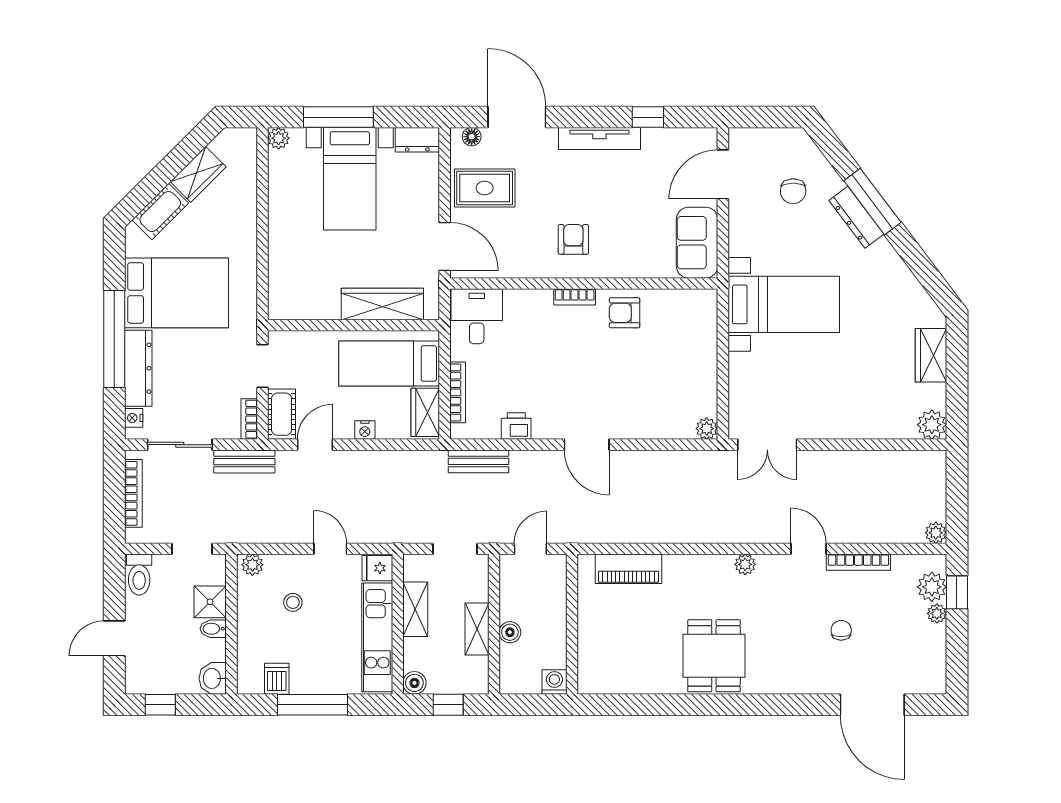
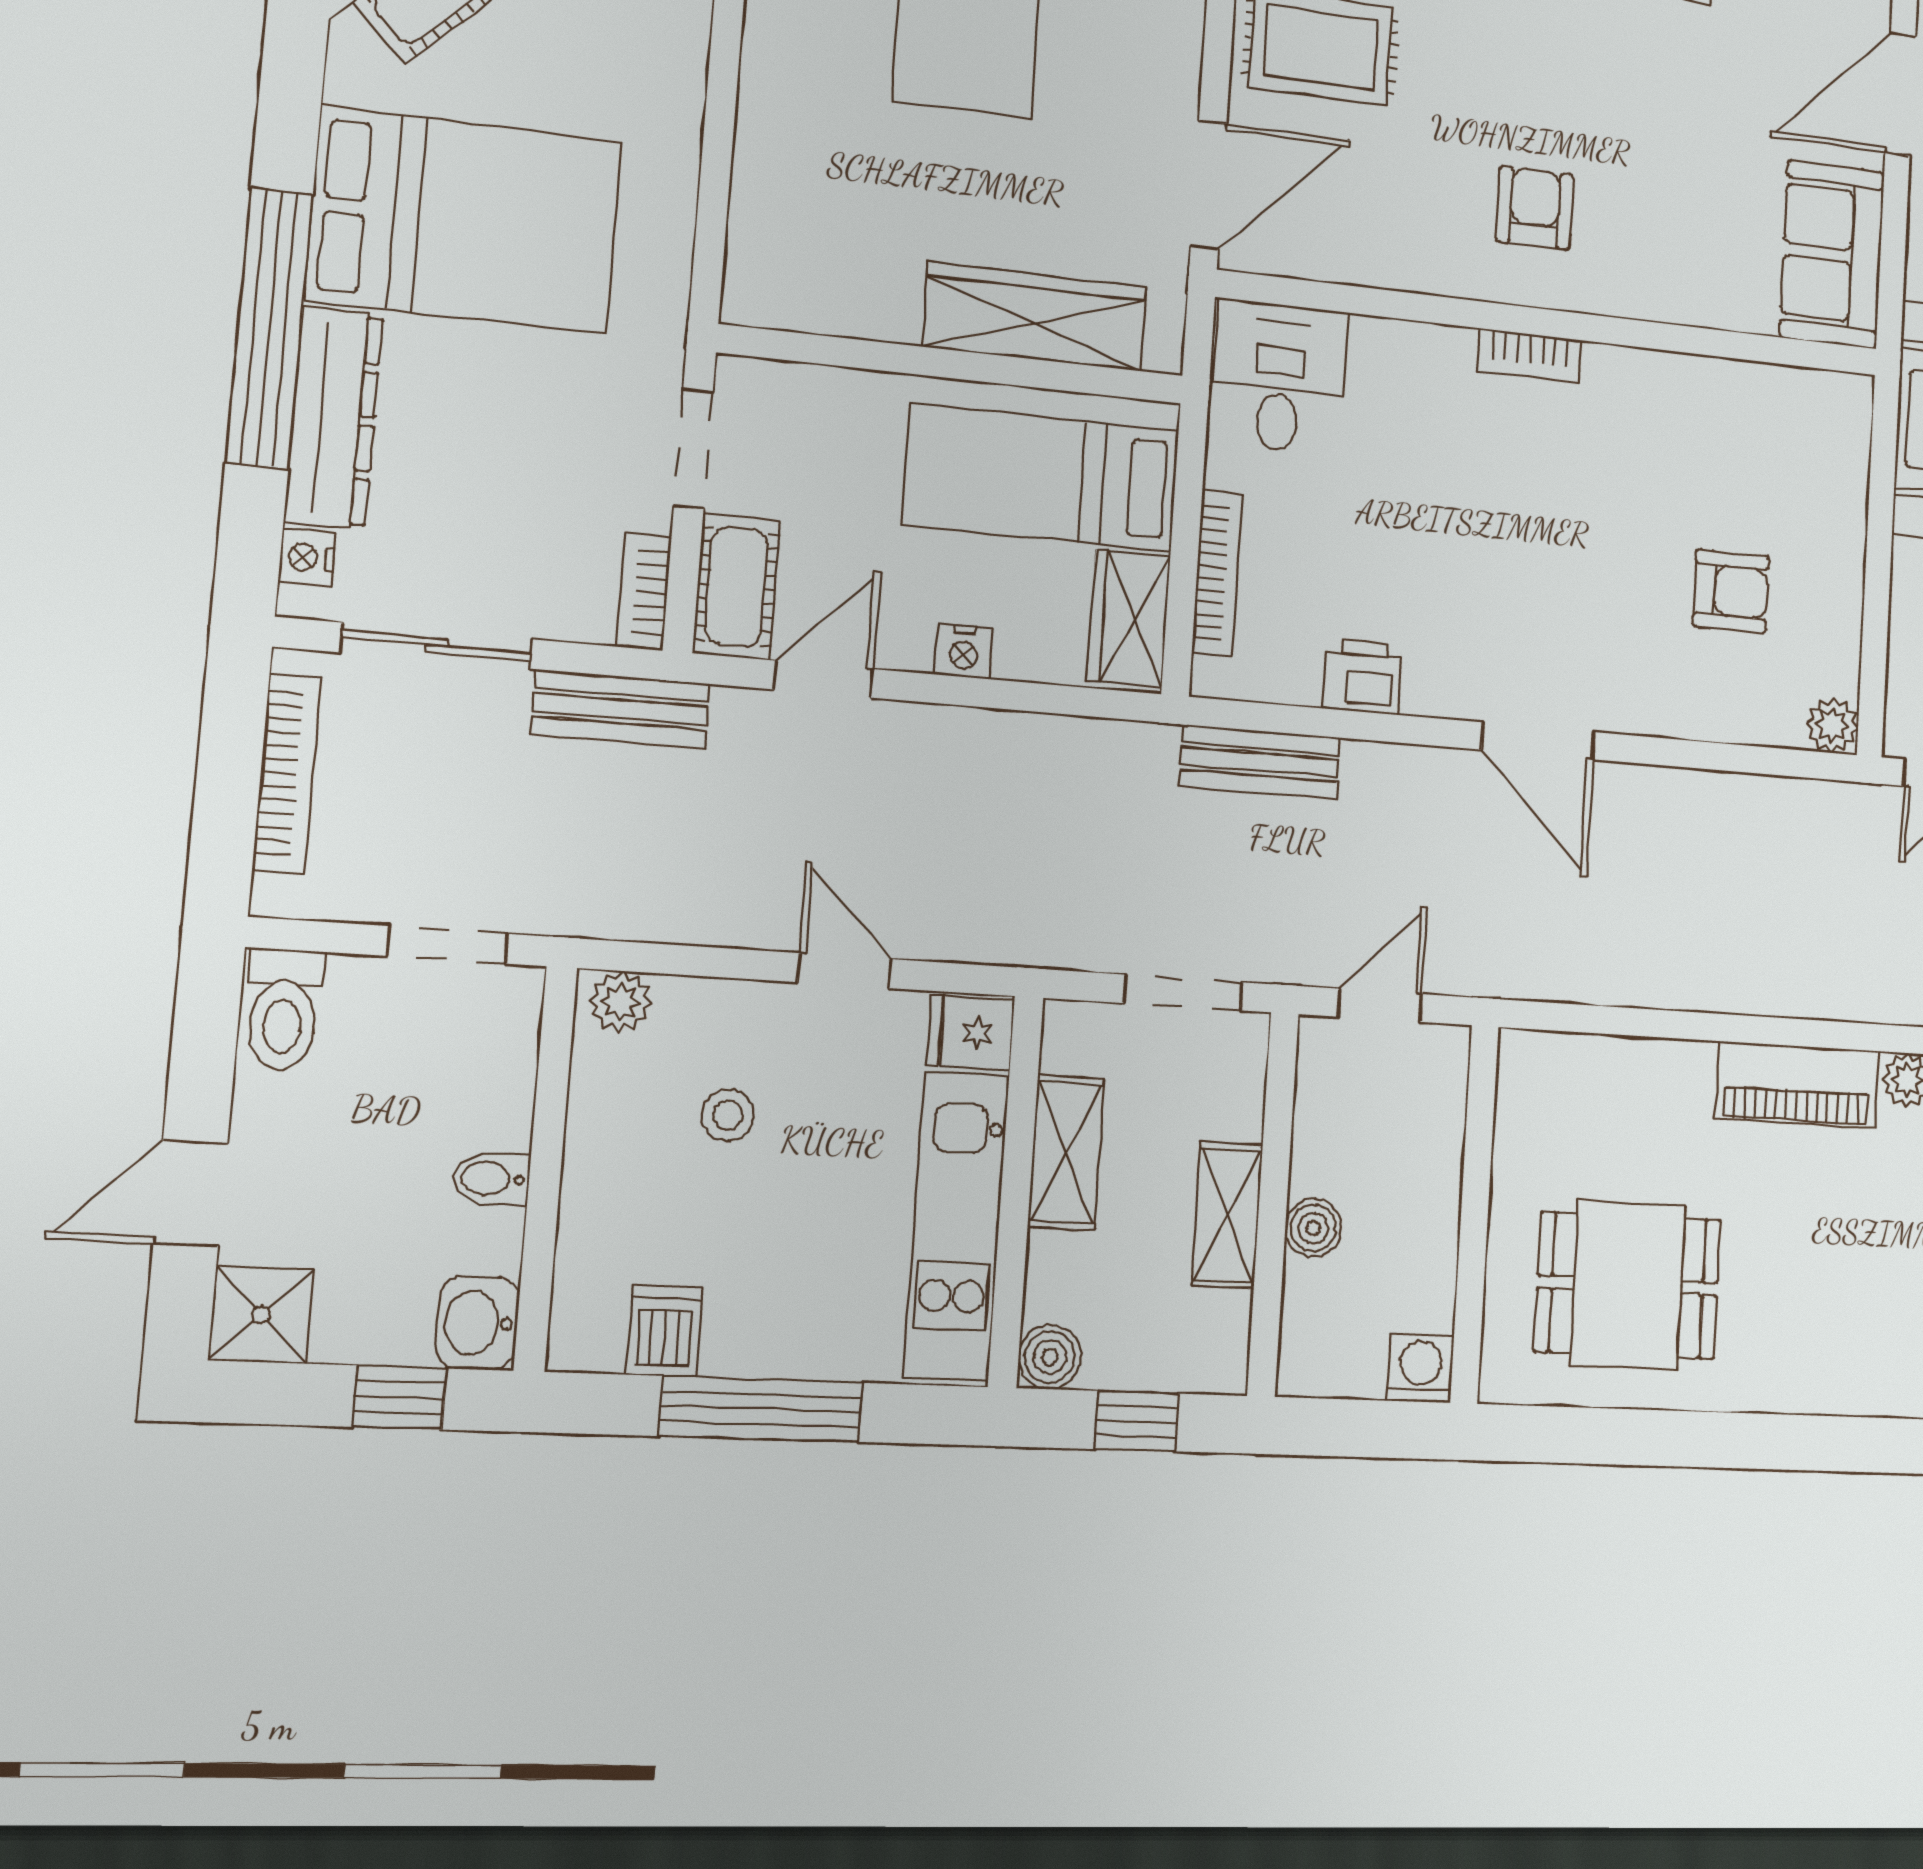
door: (445, 246) -> (1209, 185), hinge flipped
armchair: (625, 313) -> (1731, 591), moved, turned 180
piano: (628, 569) -> (1797, 1085), moved
shower: (210, 602) -> (261, 1315), moved
dining table: (714, 656) -> (1628, 1285), moved, turned 90
window: (160, 705) -> (399, 1398), moved

